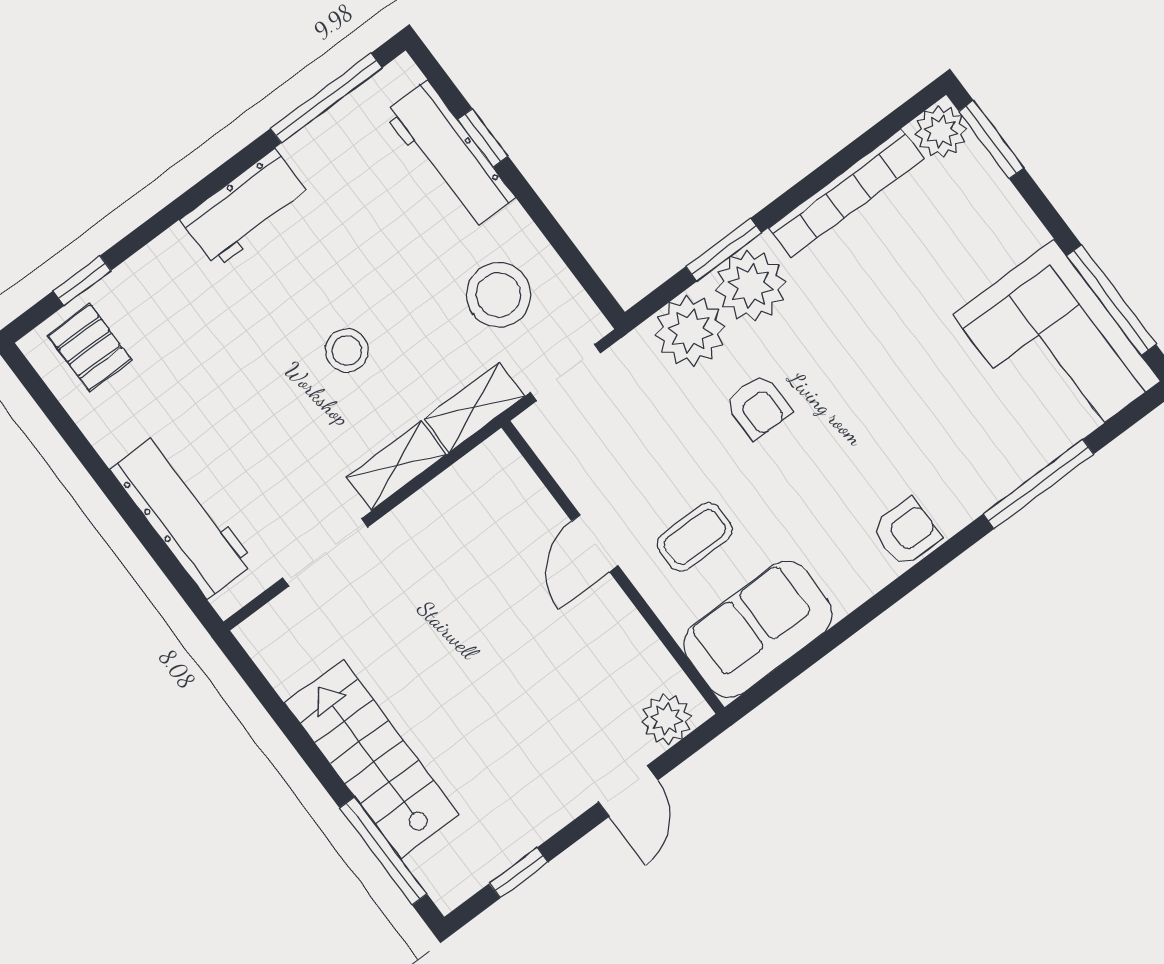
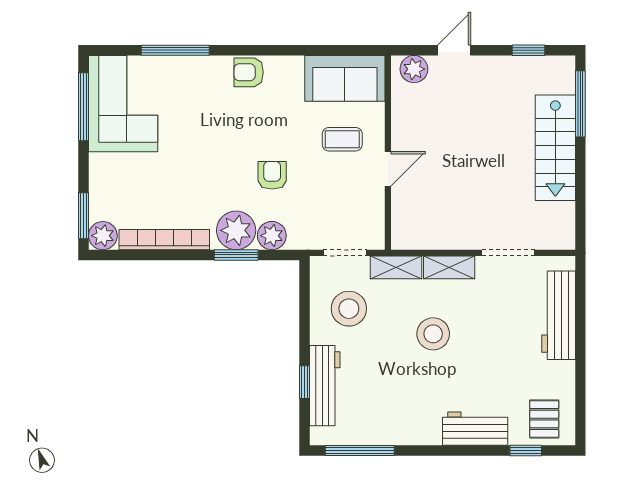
workbench: (246, 208) -> (475, 429), moved
plant: (690, 331) -> (272, 236), width x0.73, depth x0.73
stool: (347, 351) -> (433, 334), width x1.38, depth x1.38

